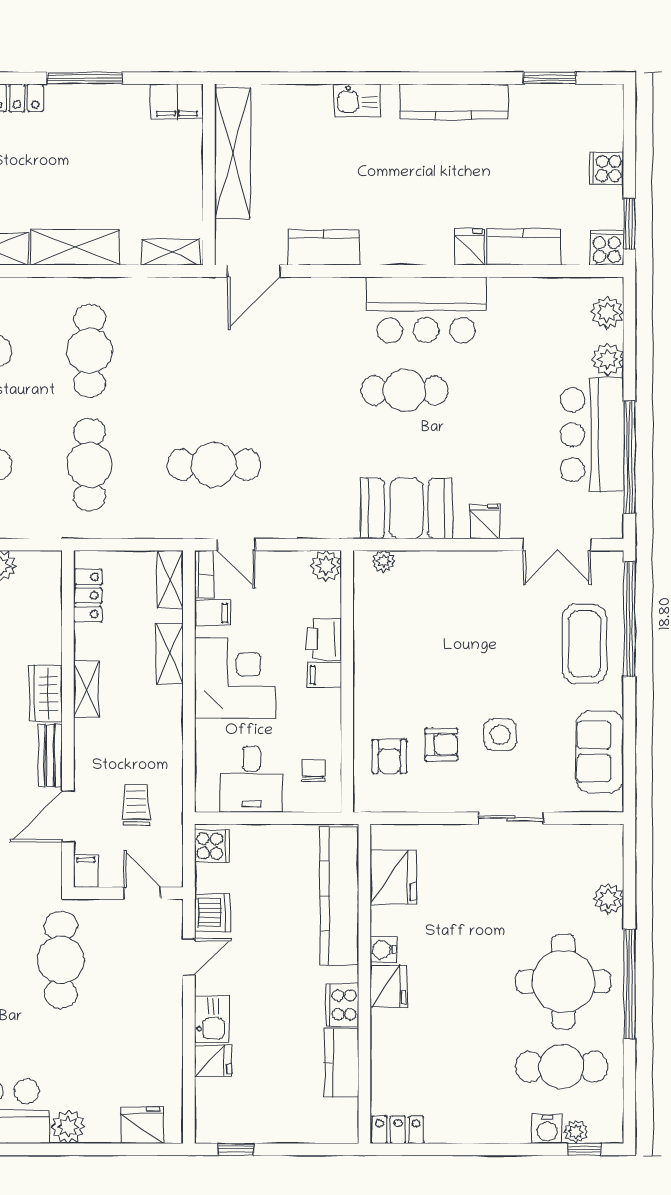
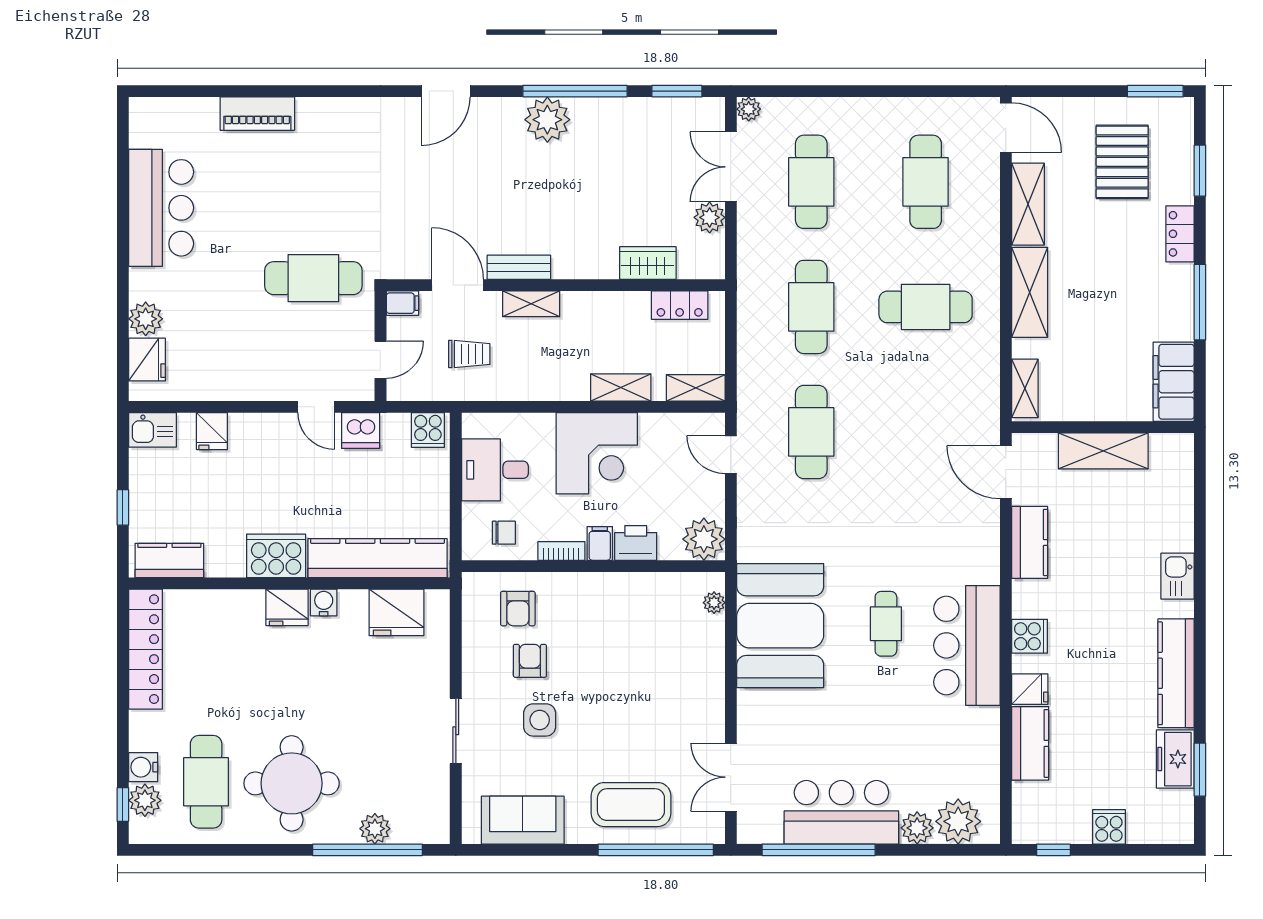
filing cabinet: (177, 101) -> (1174, 382), width x1.50, depth x1.17
freezer: (539, 103) -> (1175, 759), added
shelving: (233, 153) -> (1103, 451), width x0.68
window: (629, 224) -> (1053, 850), width x0.67
cooker: (607, 247) -> (1030, 636), moved
plant: (607, 312) -> (958, 821), width x1.36, depth x1.36
cafe table: (405, 390) -> (886, 624), width x0.73, depth x0.74
cafe table: (89, 465) -> (811, 307), turned 90
booth: (406, 508) -> (780, 626), width x1.36, depth x1.42
fridge: (485, 521) -> (754, 705), removed
door: (236, 545) -> (731, 455), hinge flipped
plant: (326, 566) -> (704, 539), width x1.36, depth x1.36
bookcase: (204, 574) -> (561, 551), moved, turned 180
filing cabinet: (212, 613) -> (662, 430), removed
shelving: (86, 689) -> (531, 304), moved
wardrobe: (46, 694) -> (648, 263), moved
armchair: (441, 744) -> (530, 661), turned 180
armchair: (389, 756) -> (518, 609), turned -90
window: (629, 984) -> (367, 850), moved
cooker: (342, 1005) -> (276, 556), width x1.37, depth x1.31
kitchen sink: (212, 1019) -> (152, 430), moved
kitchen counter: (342, 1063) -> (169, 561), moved
plant: (68, 1127) -> (146, 319), moved
locker: (398, 1130) -> (146, 649), width x2.16, depth x1.21
plant: (576, 1132) -> (145, 800), width x1.38, depth x1.38
window: (236, 1149) -> (123, 507), moved

